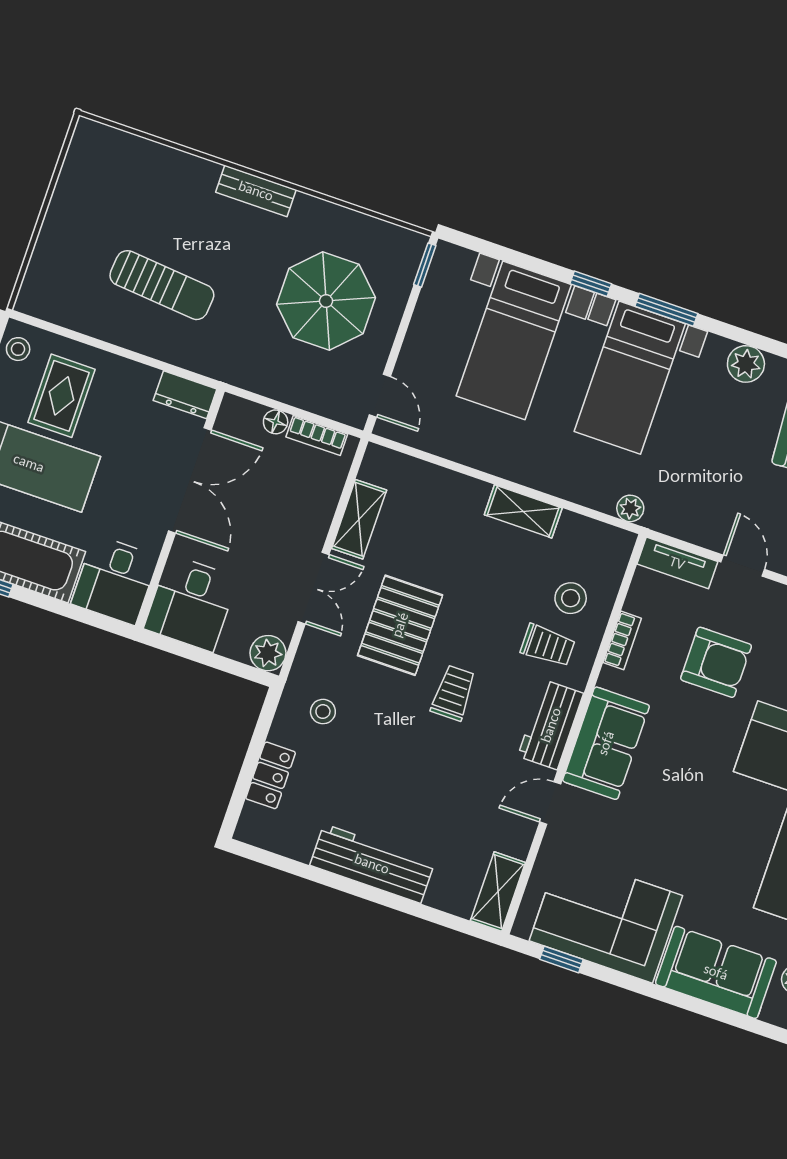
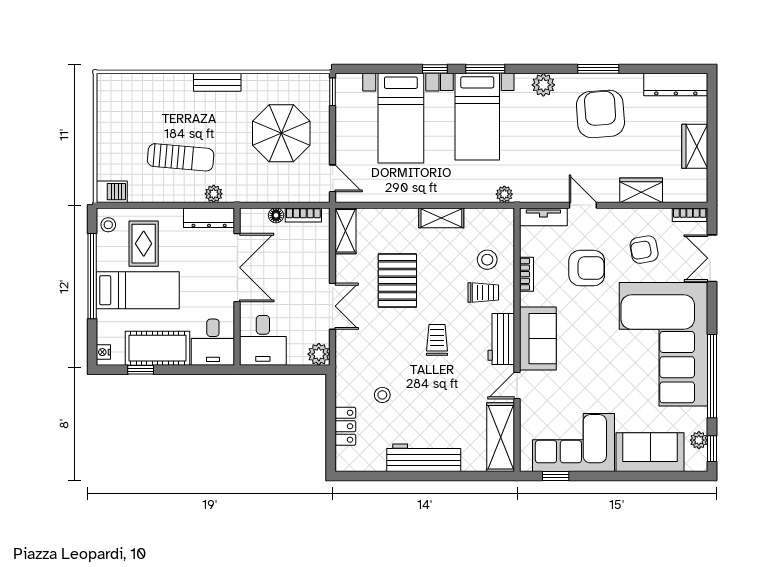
barbecue: (40, 301) -> (112, 192), added
plant: (193, 357) -> (214, 194), added
dresser: (185, 395) -> (209, 218), width x1.44
shelving: (359, 519) -> (346, 231), moved
pallet: (400, 625) -> (397, 280), moved
stool: (323, 712) -> (382, 395), moved
shelving: (498, 892) -> (501, 437), width x1.50, depth x1.33

